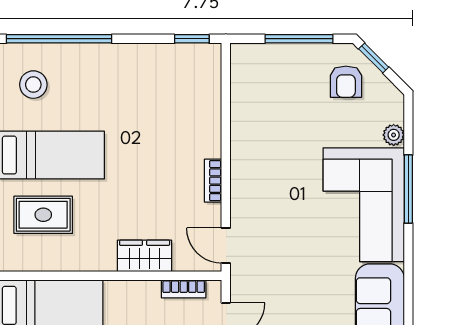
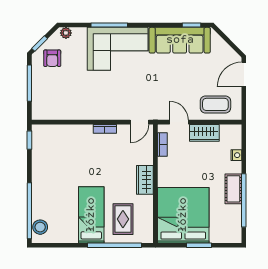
armchair: (346, 82) -> (52, 58), turned 90
stool: (33, 85) -> (40, 227), moved
plant: (394, 135) -> (66, 33), moved
wardrobe: (145, 256) -> (145, 180), moved

